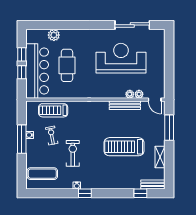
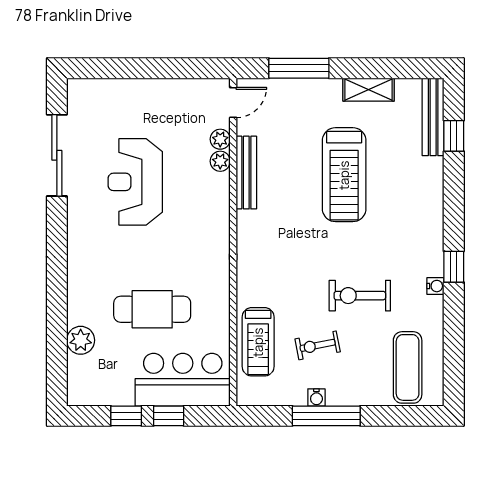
reception desk: (121, 58) -> (135, 182), width x0.74, depth x0.77
bar counter: (37, 71) -> (183, 380), width x0.73
bench: (153, 184) -> (433, 117), width x1.36

